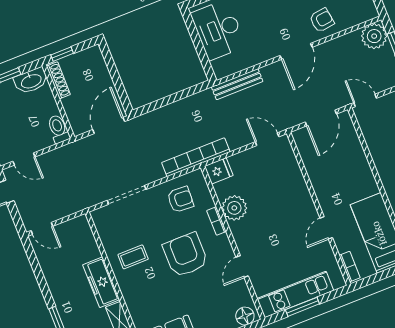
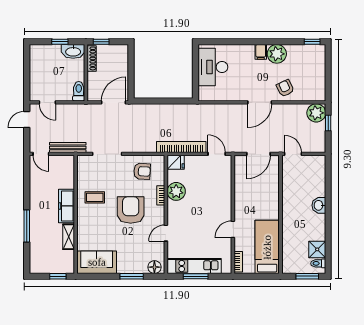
armchair: (322, 20) -> (285, 88), turned -108
bench: (237, 84) -> (68, 147), moved
bookcase: (196, 157) -> (181, 147), moved

